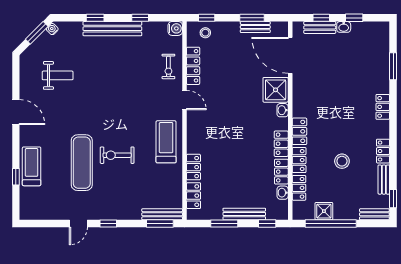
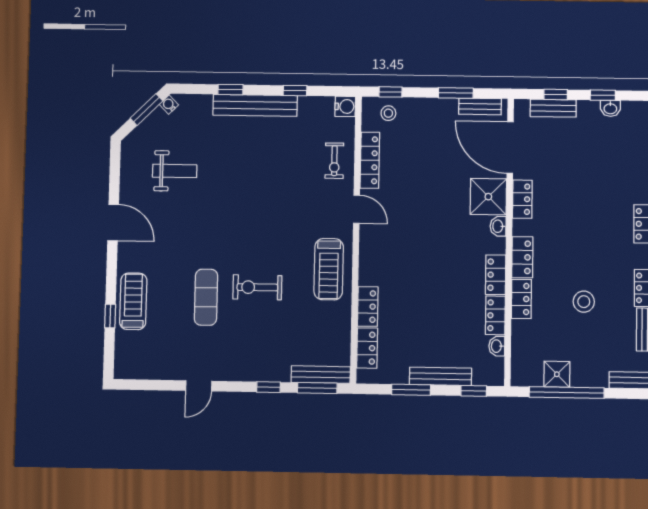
bench: (255, 27) -> (480, 106), moved
washbasin: (344, 27) -> (610, 108), moved
treadmill: (166, 142) -> (329, 269), turned 180
exercise mat: (82, 163) -> (206, 297), width x0.73, depth x0.69
locker: (299, 188) -> (522, 199), moved
window: (108, 223) -> (269, 387), moved

